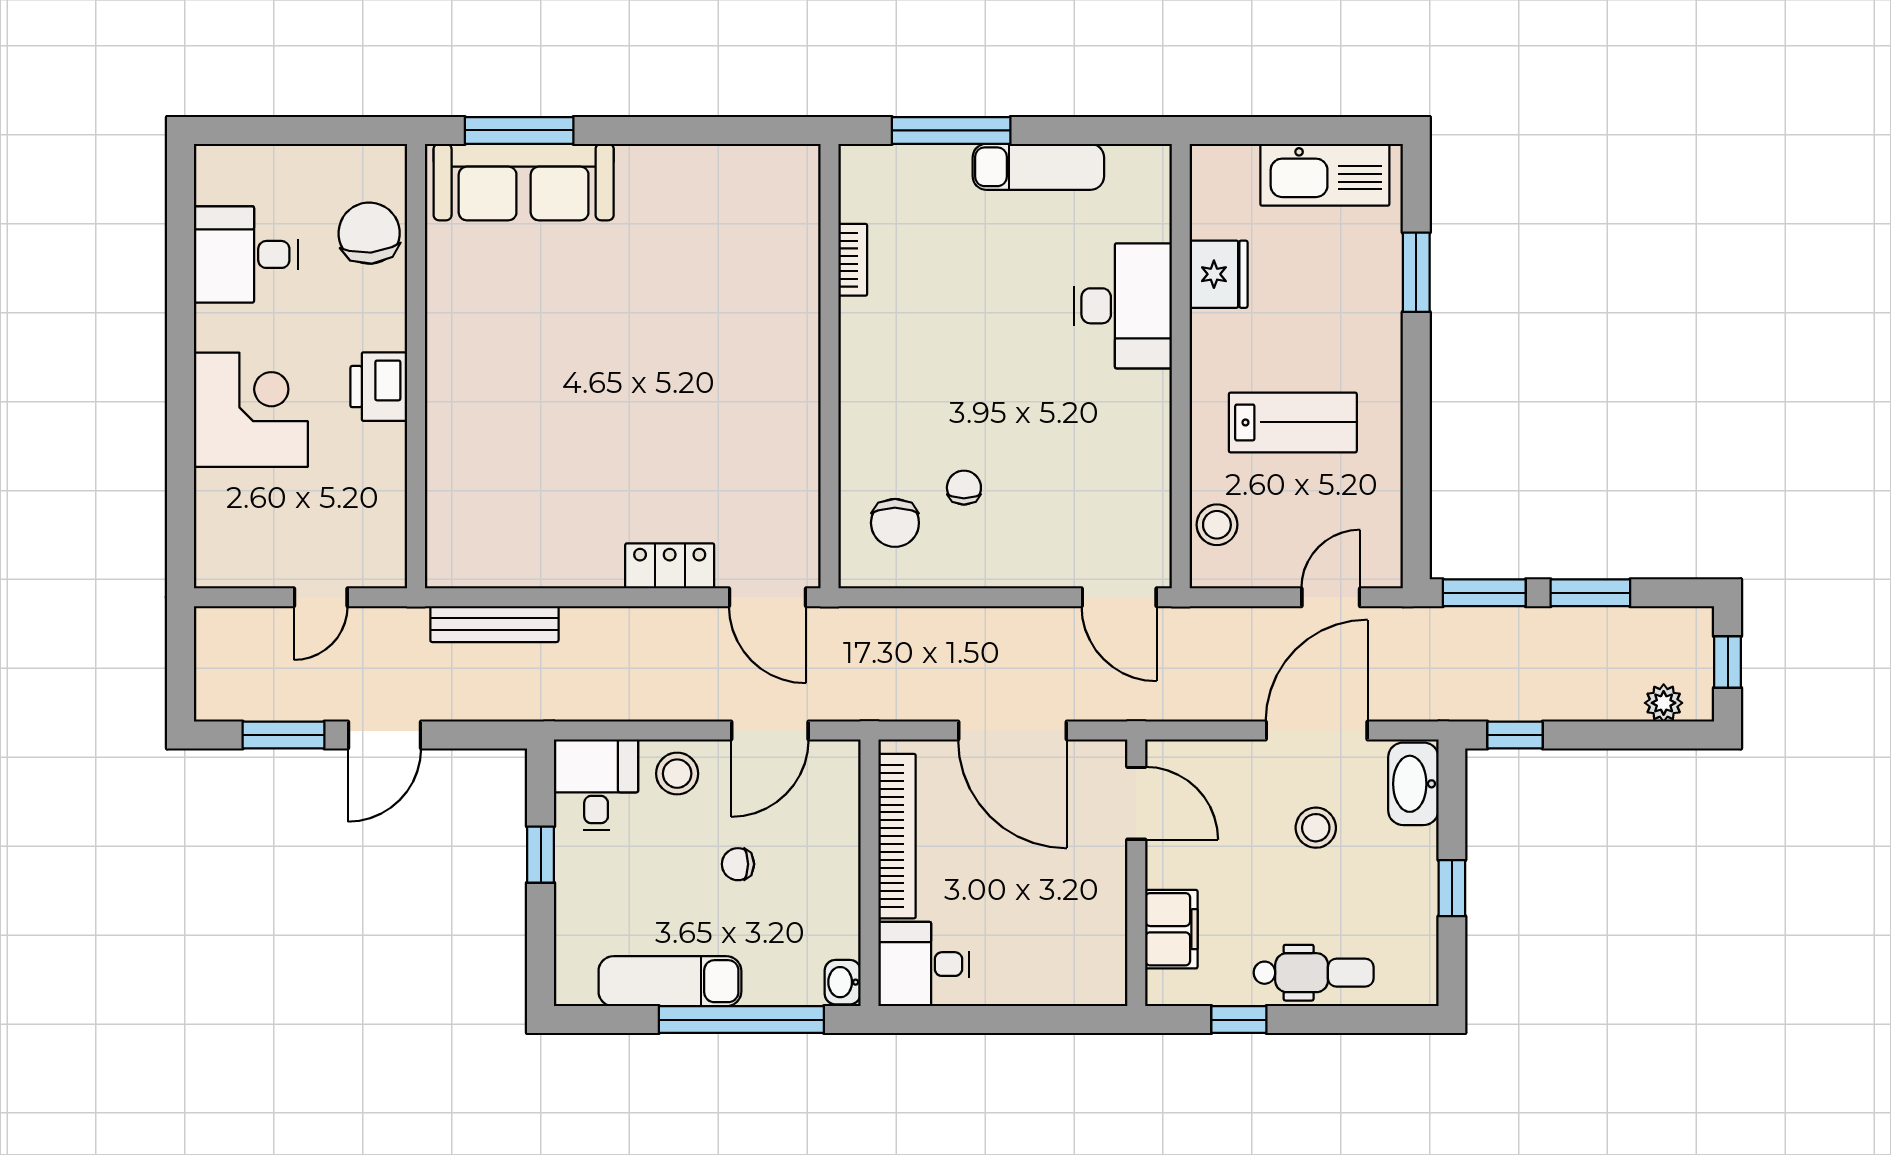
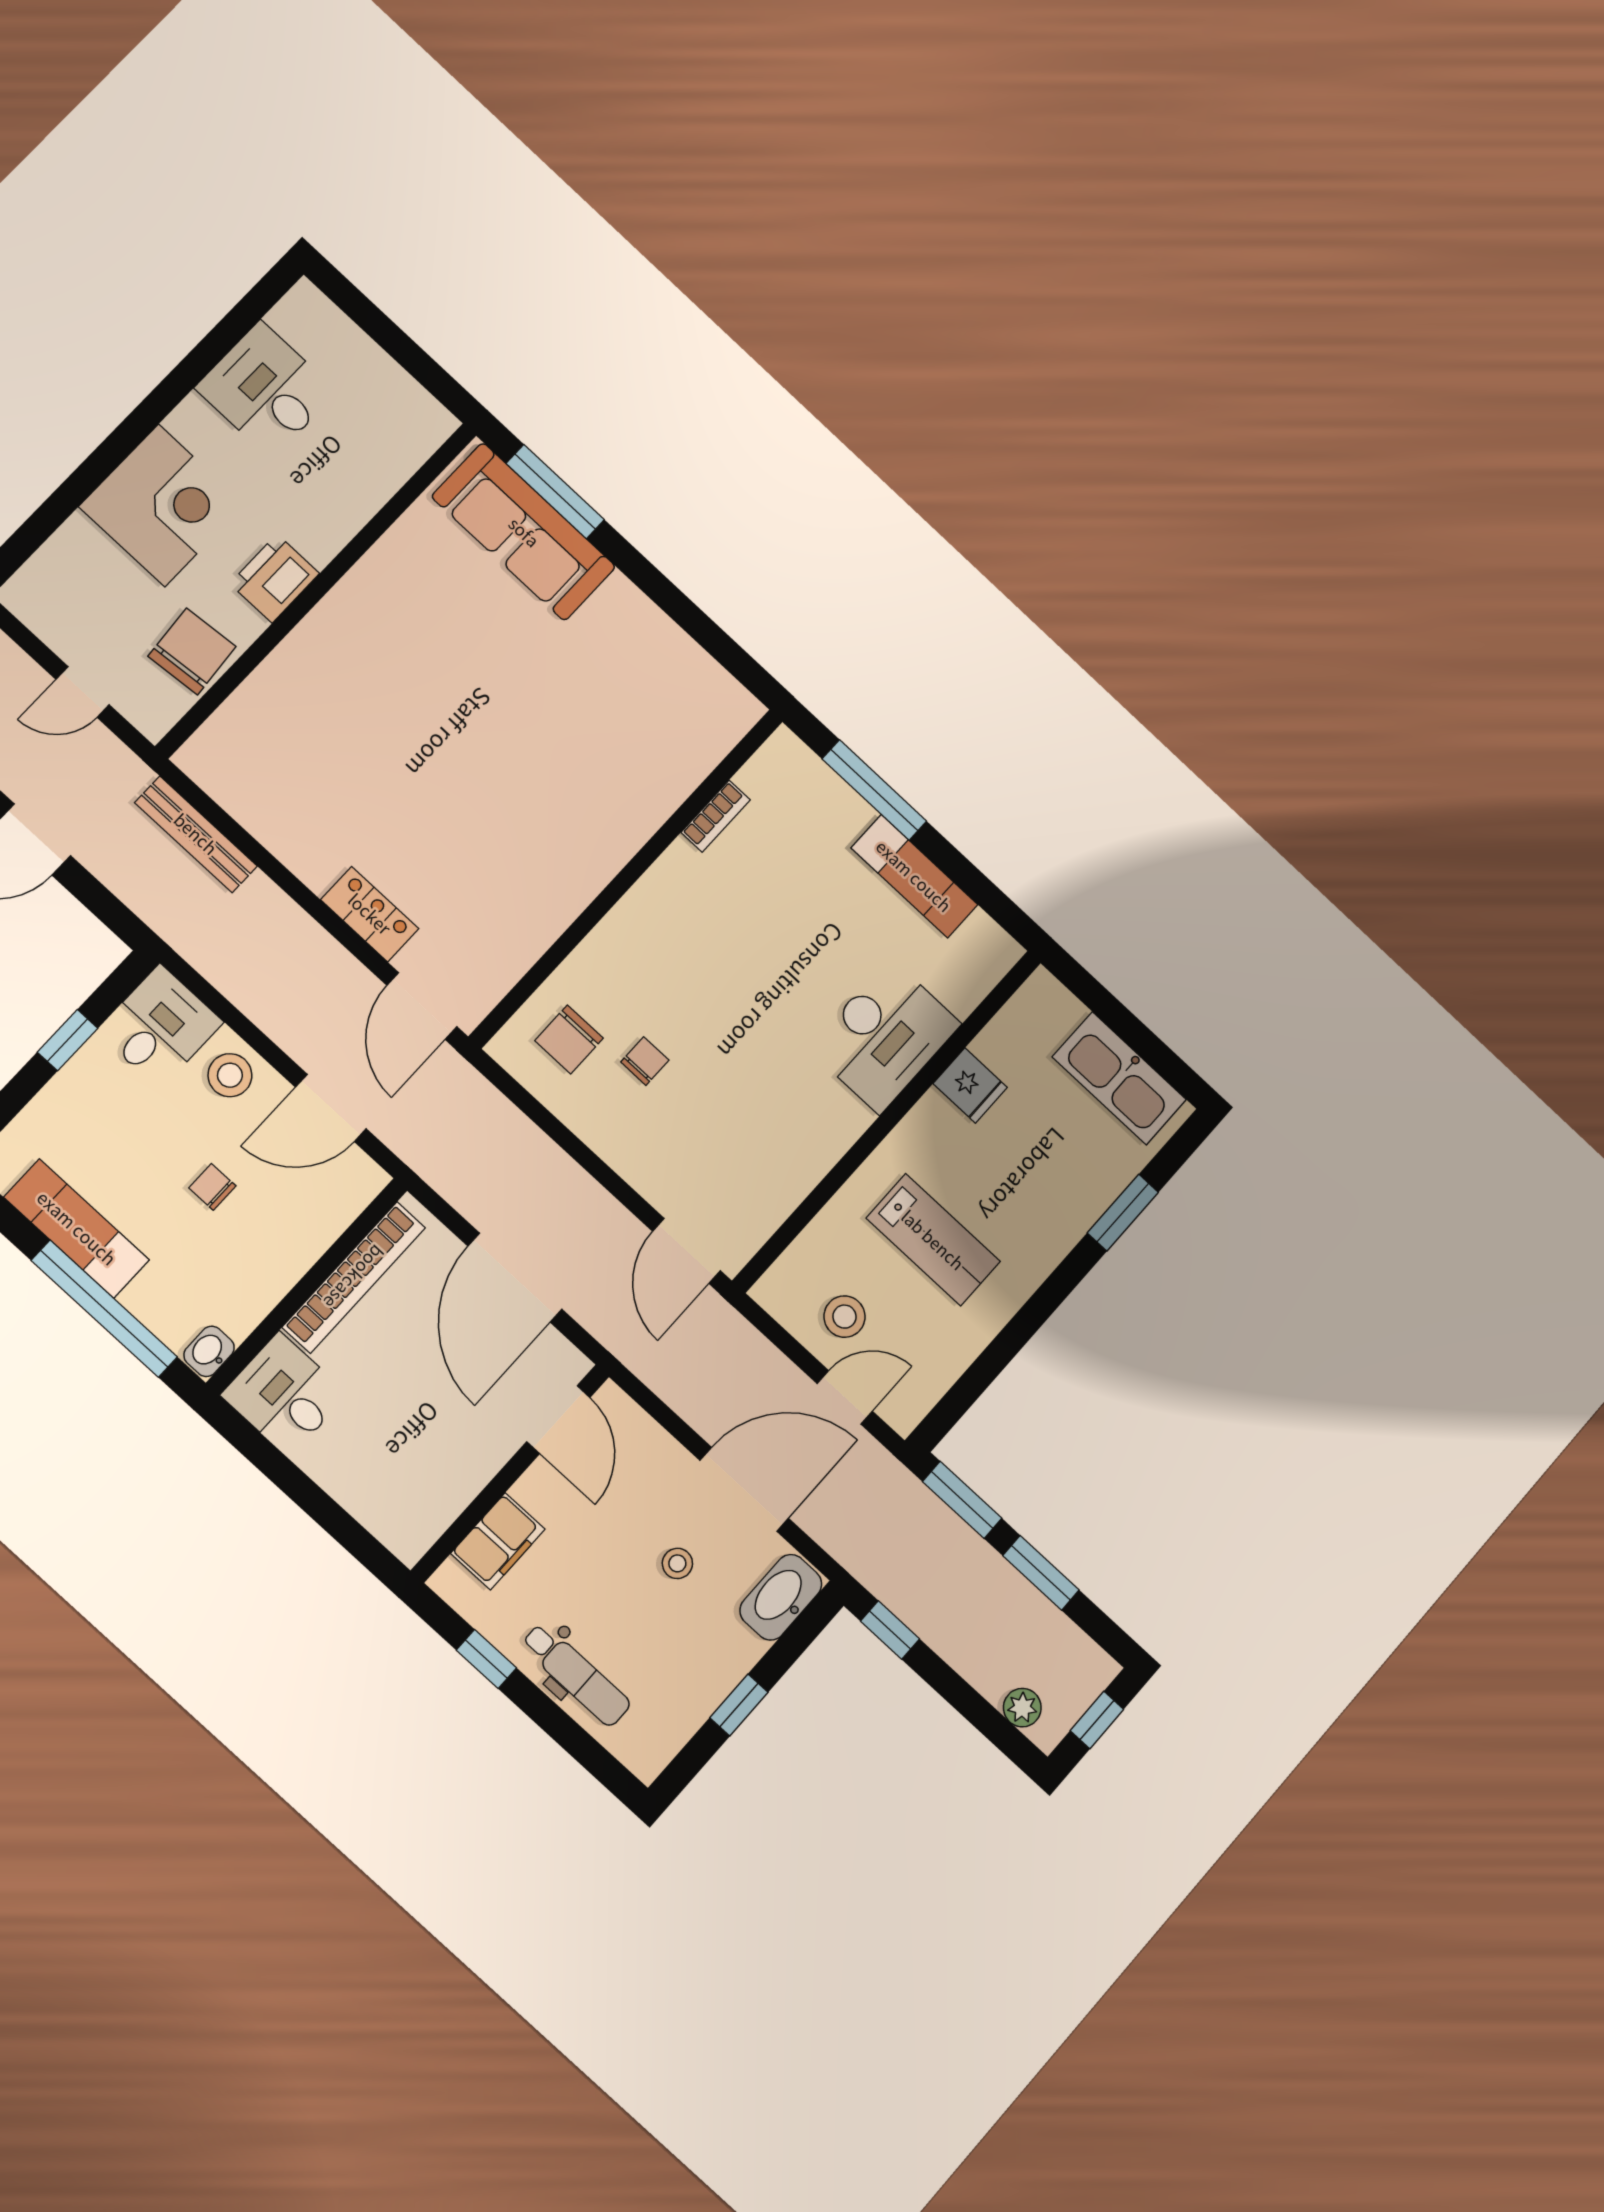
chair: (369, 233) -> (192, 651), moved
fridge: (1219, 274) -> (970, 1086), width x0.72
stool: (1217, 525) -> (845, 1317), moved
stool: (1316, 828) -> (677, 1563), width x0.73, depth x0.73

